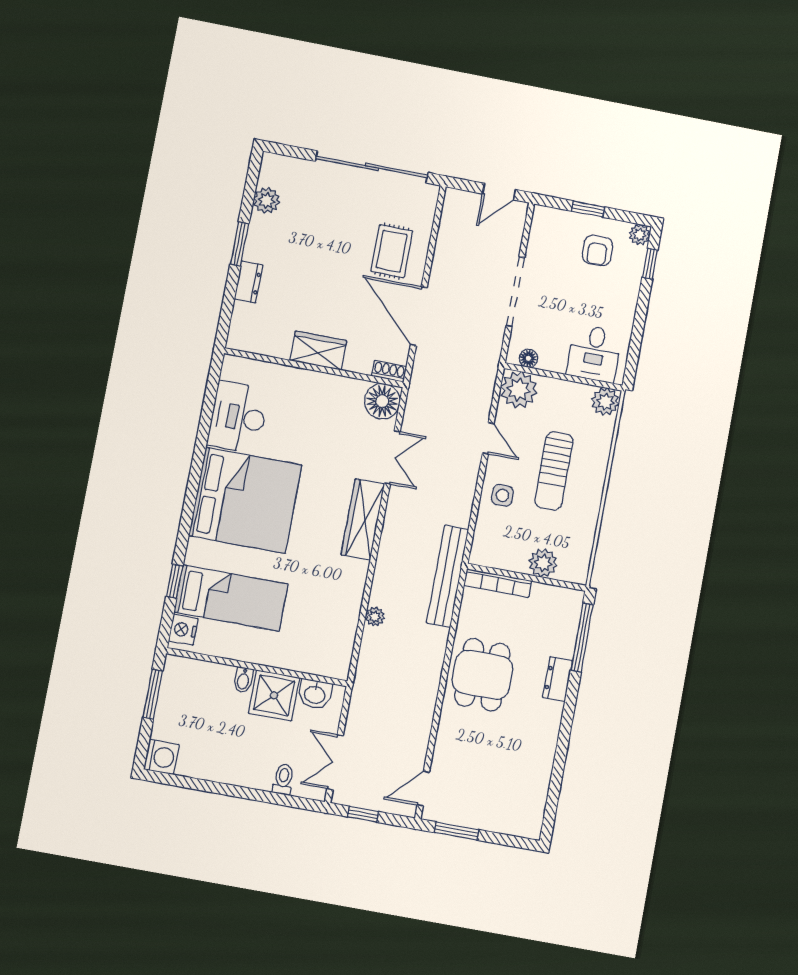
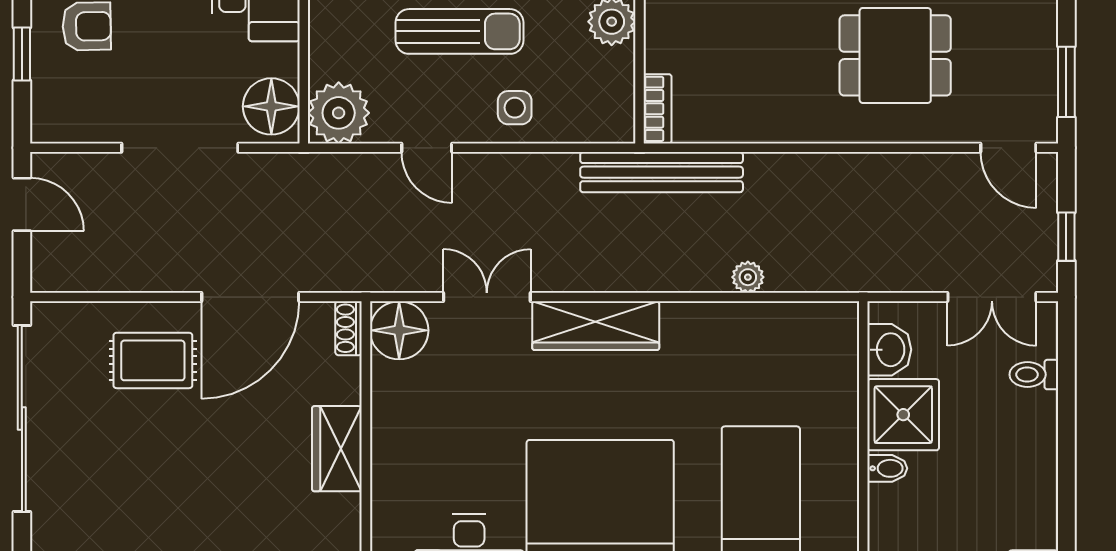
floor lamp: (528, 358) -> (271, 106), width x1.89, depth x1.89
door: (488, 438) -> (427, 148), swing flipped
bookcase: (498, 583) -> (658, 109), width x0.64
dining table: (482, 675) -> (895, 55), moved

